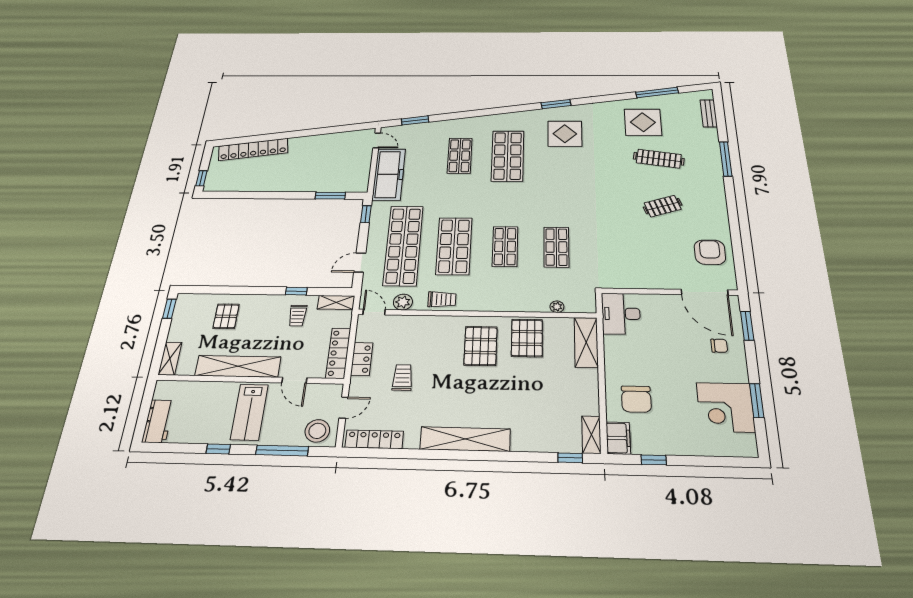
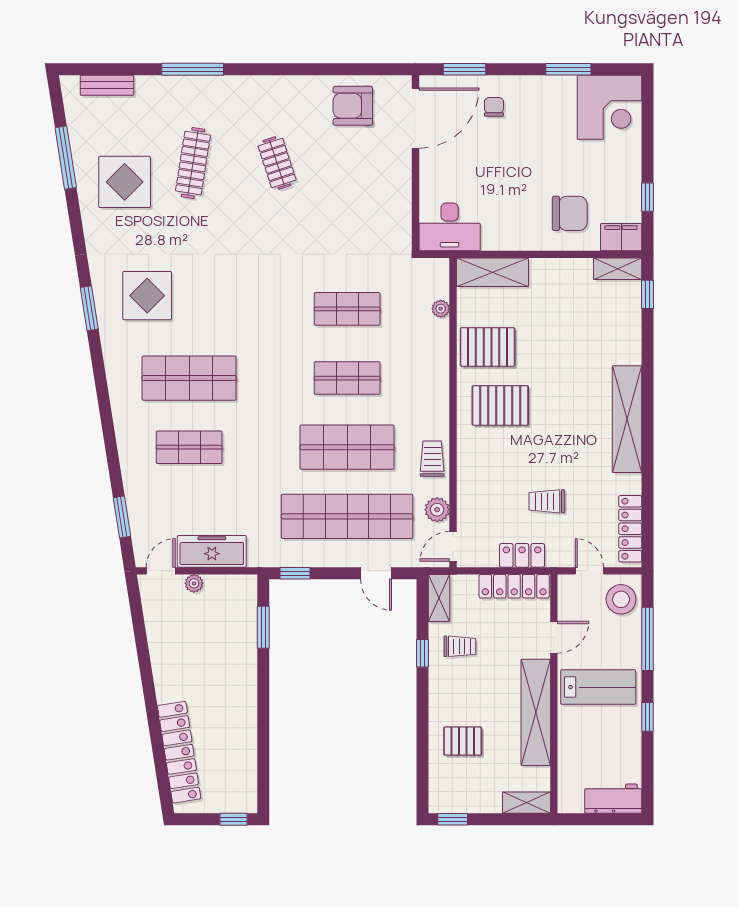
plant: (366, 158) -> (194, 583), added
freezer: (389, 174) -> (212, 551), width x0.73, depth x0.79
corner desk: (726, 407) -> (610, 107), moved

